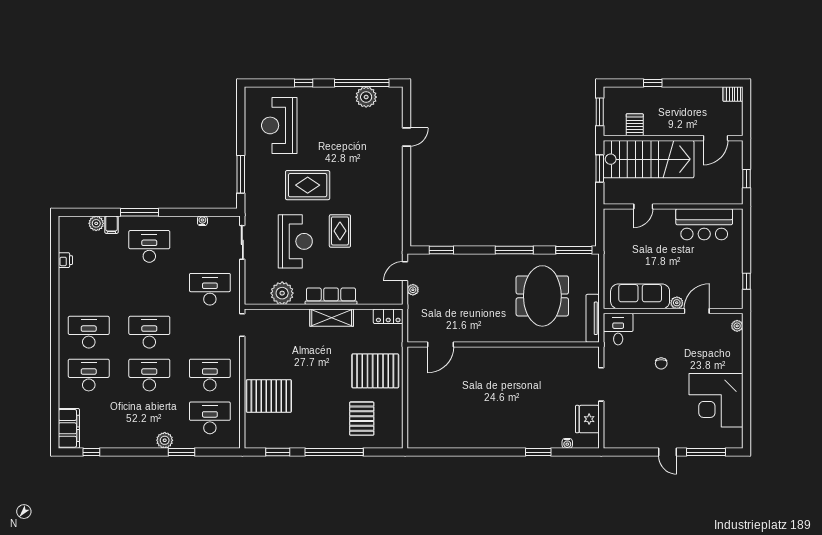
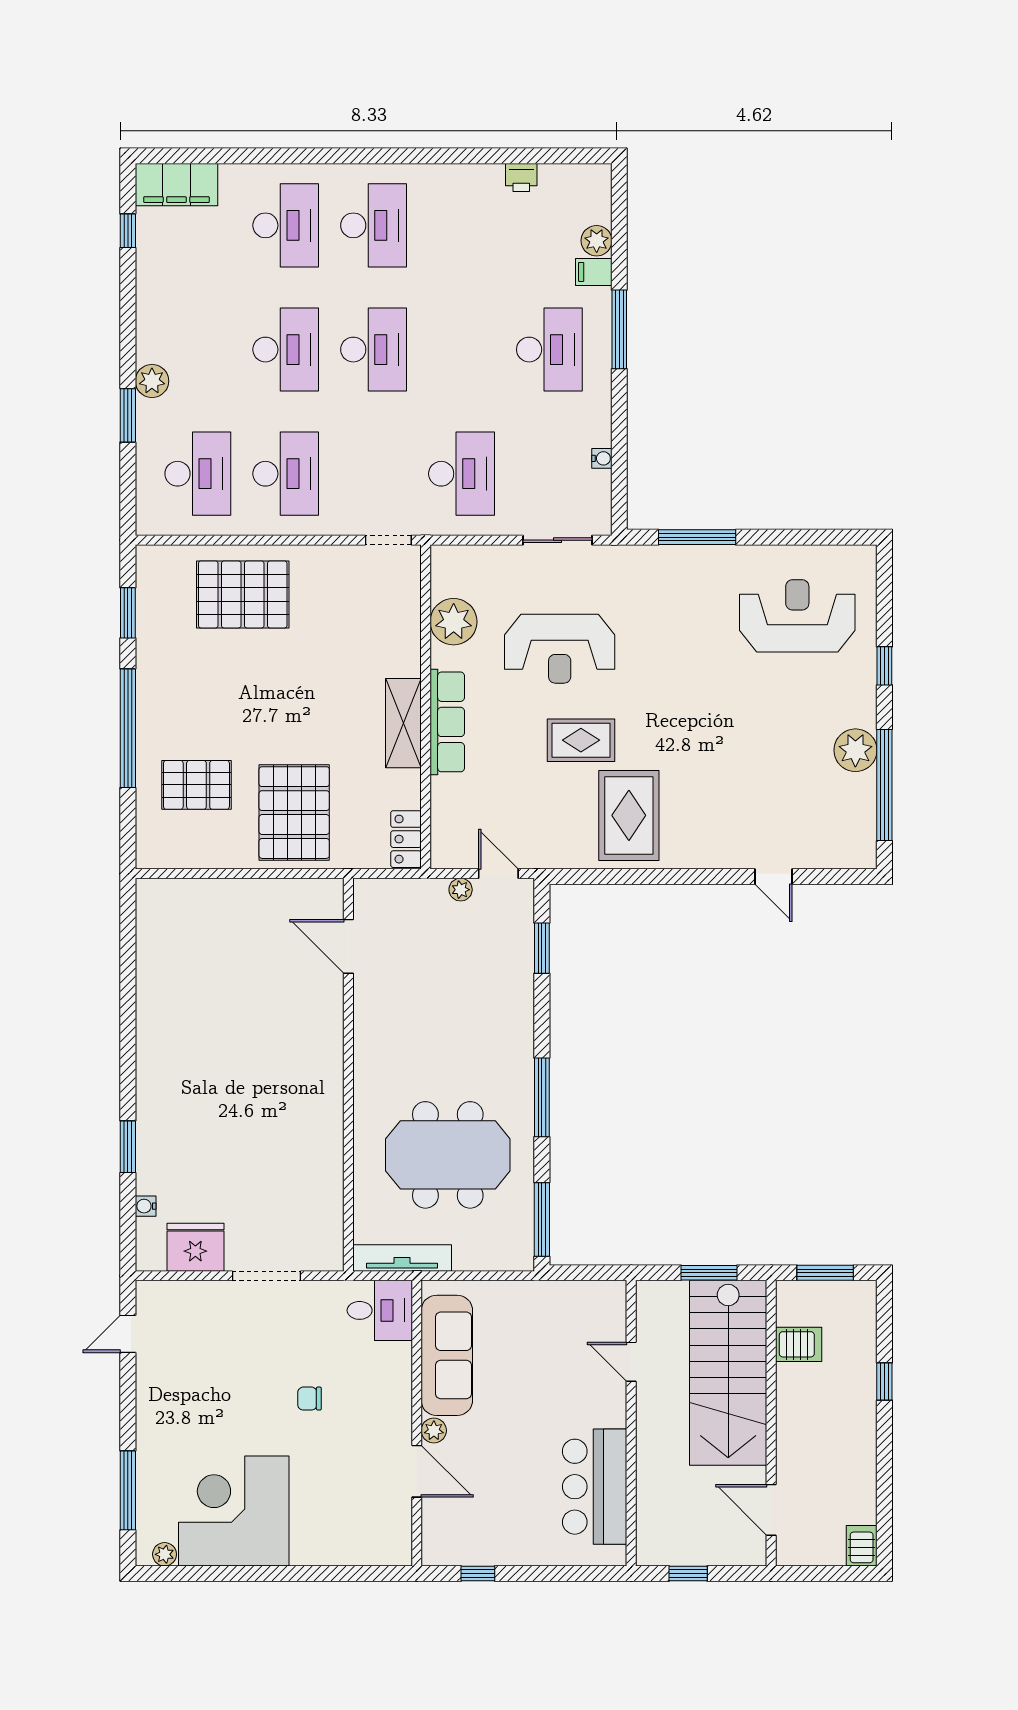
plant: (366, 97) -> (855, 750), moved
rug: (308, 185) -> (629, 815), moved
plant: (737, 326) -> (165, 1554), moved
pallet: (269, 396) -> (243, 594), turned 90
door: (668, 452) -> (128, 1334), moved

